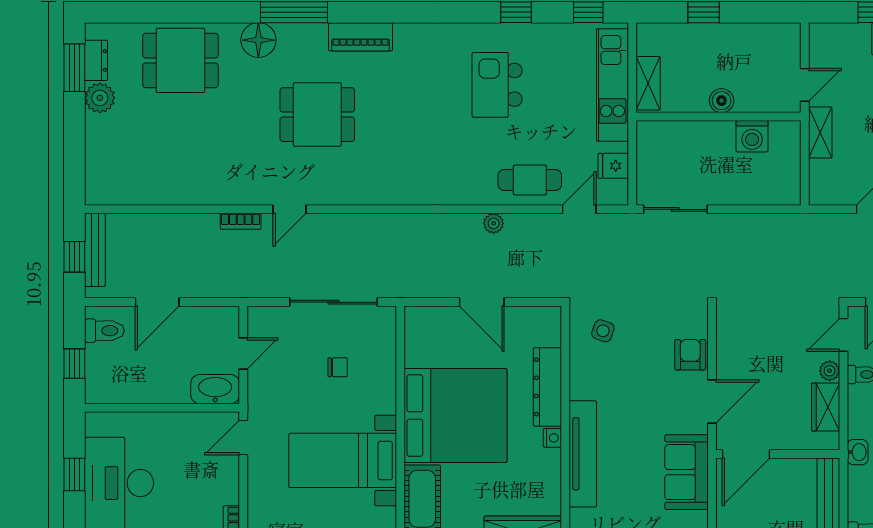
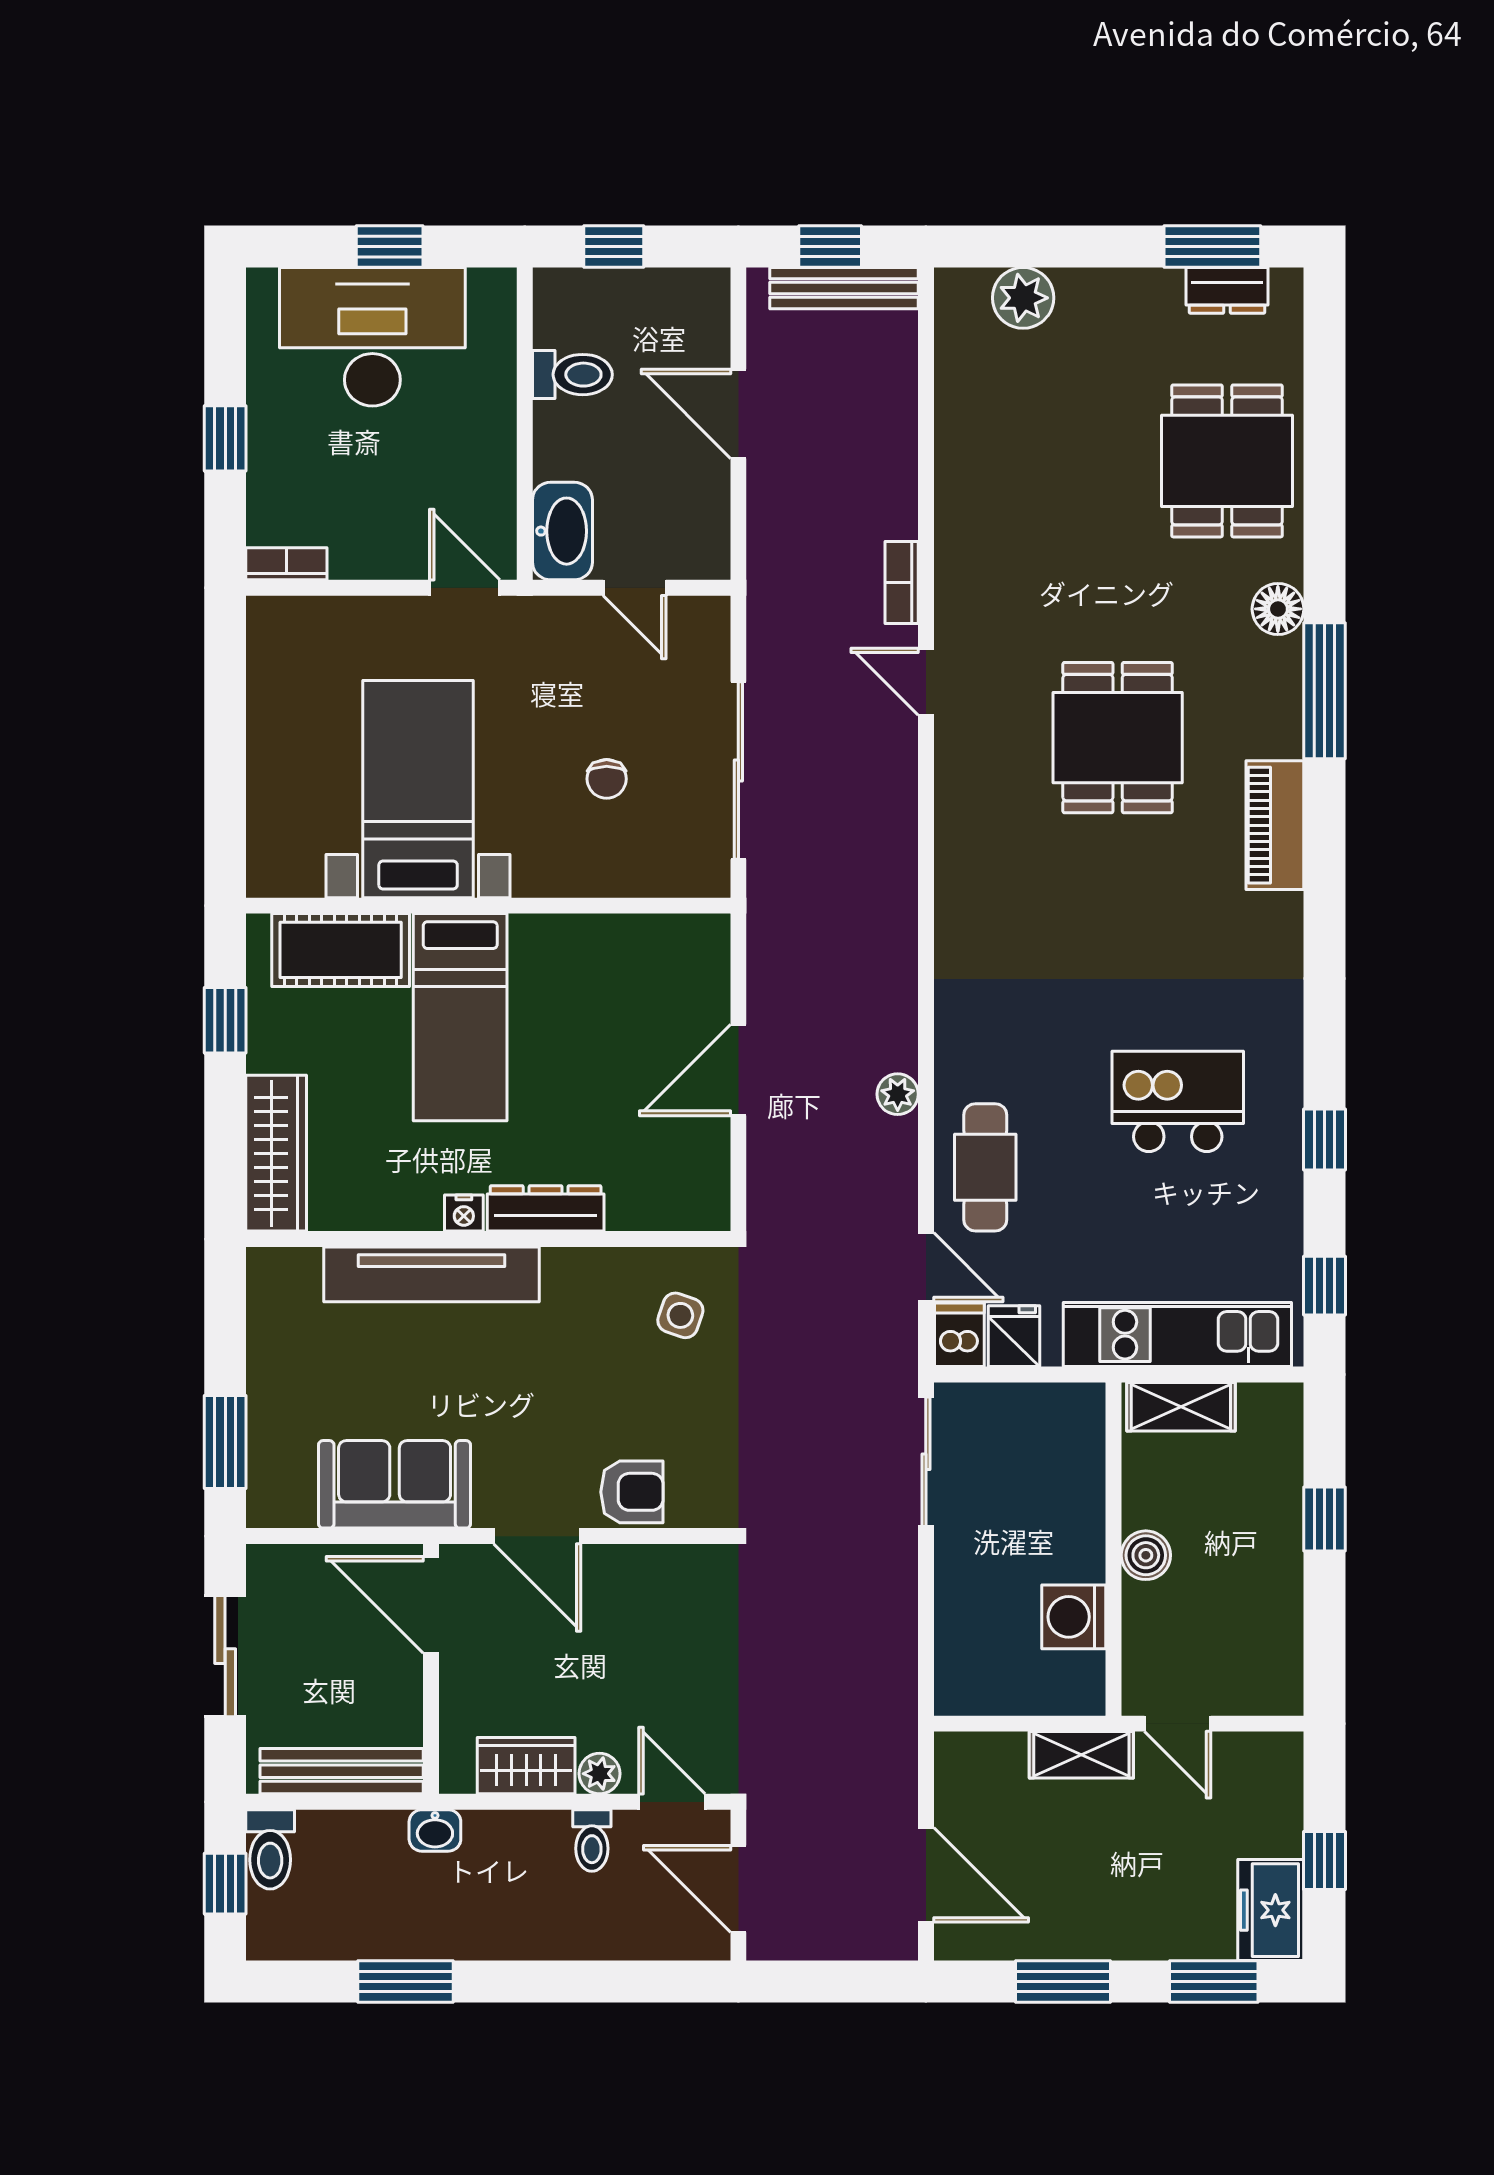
floor lamp: (258, 40) -> (1278, 609), width x0.73, depth x0.73
plant: (100, 98) -> (1023, 298), moved
dishwasher: (613, 193) -> (959, 1335), added
toilet: (104, 331) -> (572, 375), moved, turned -90
dresser: (547, 387) -> (546, 1208), width x0.73, depth x0.80
bed: (455, 416) -> (460, 1017), width x0.49

